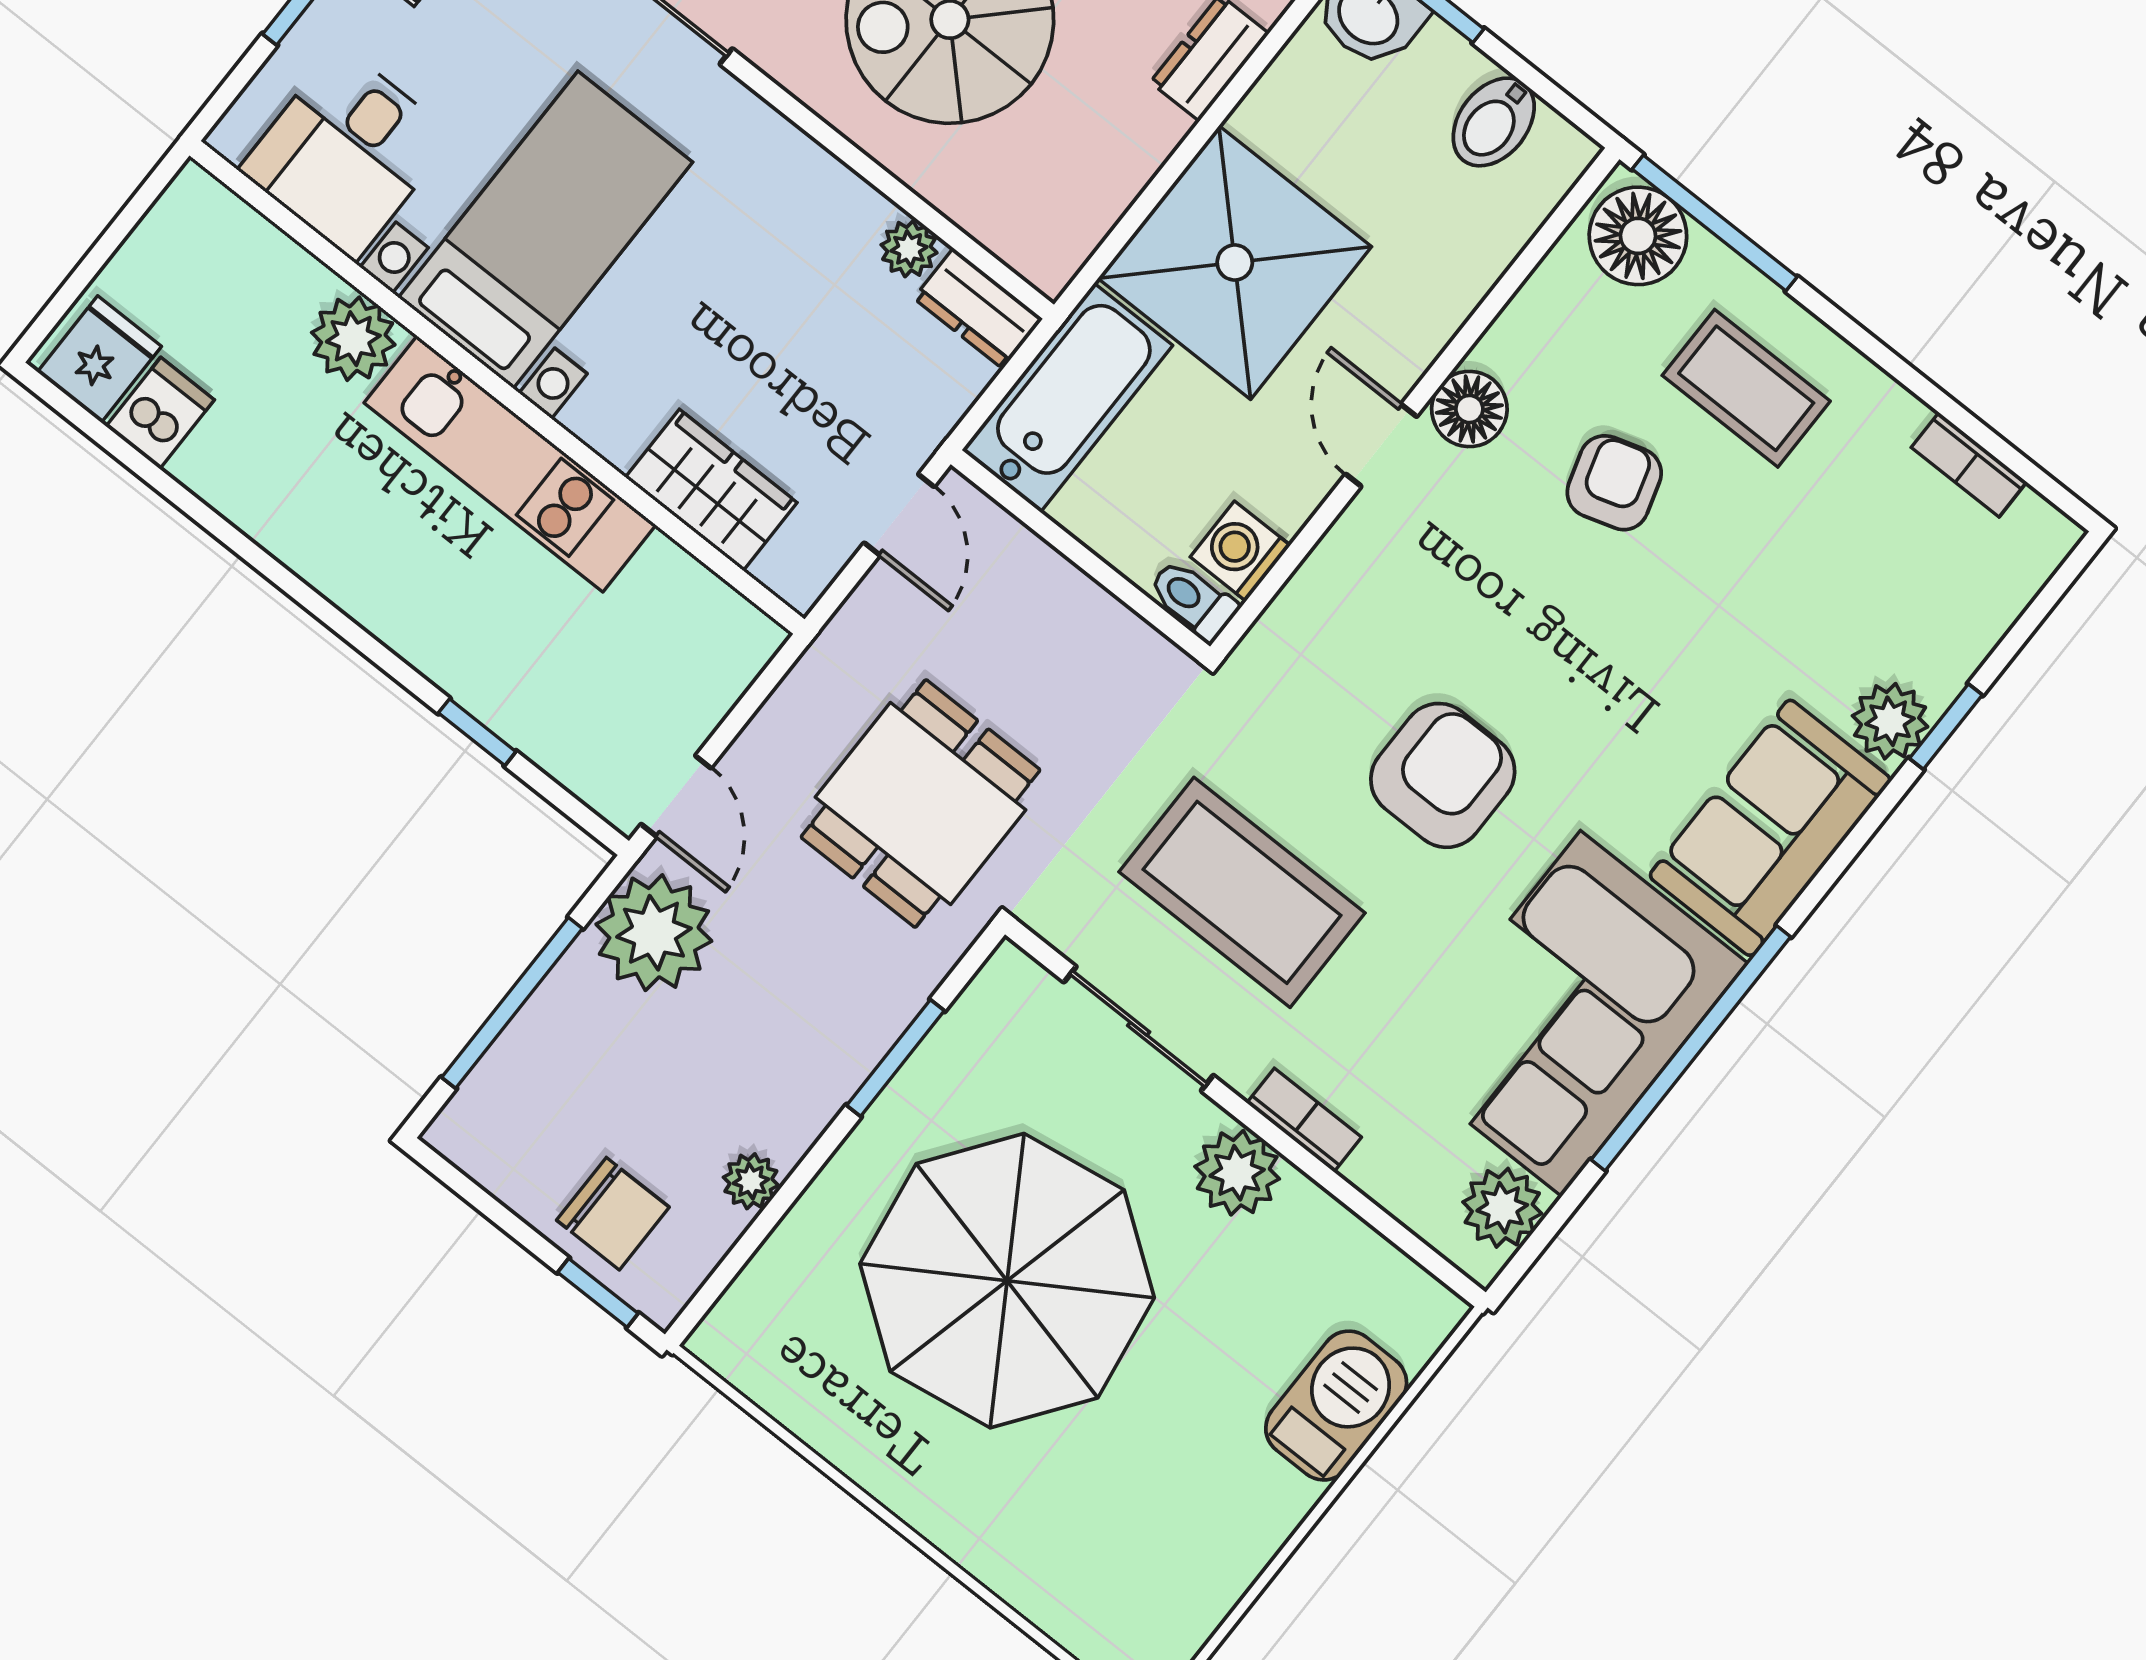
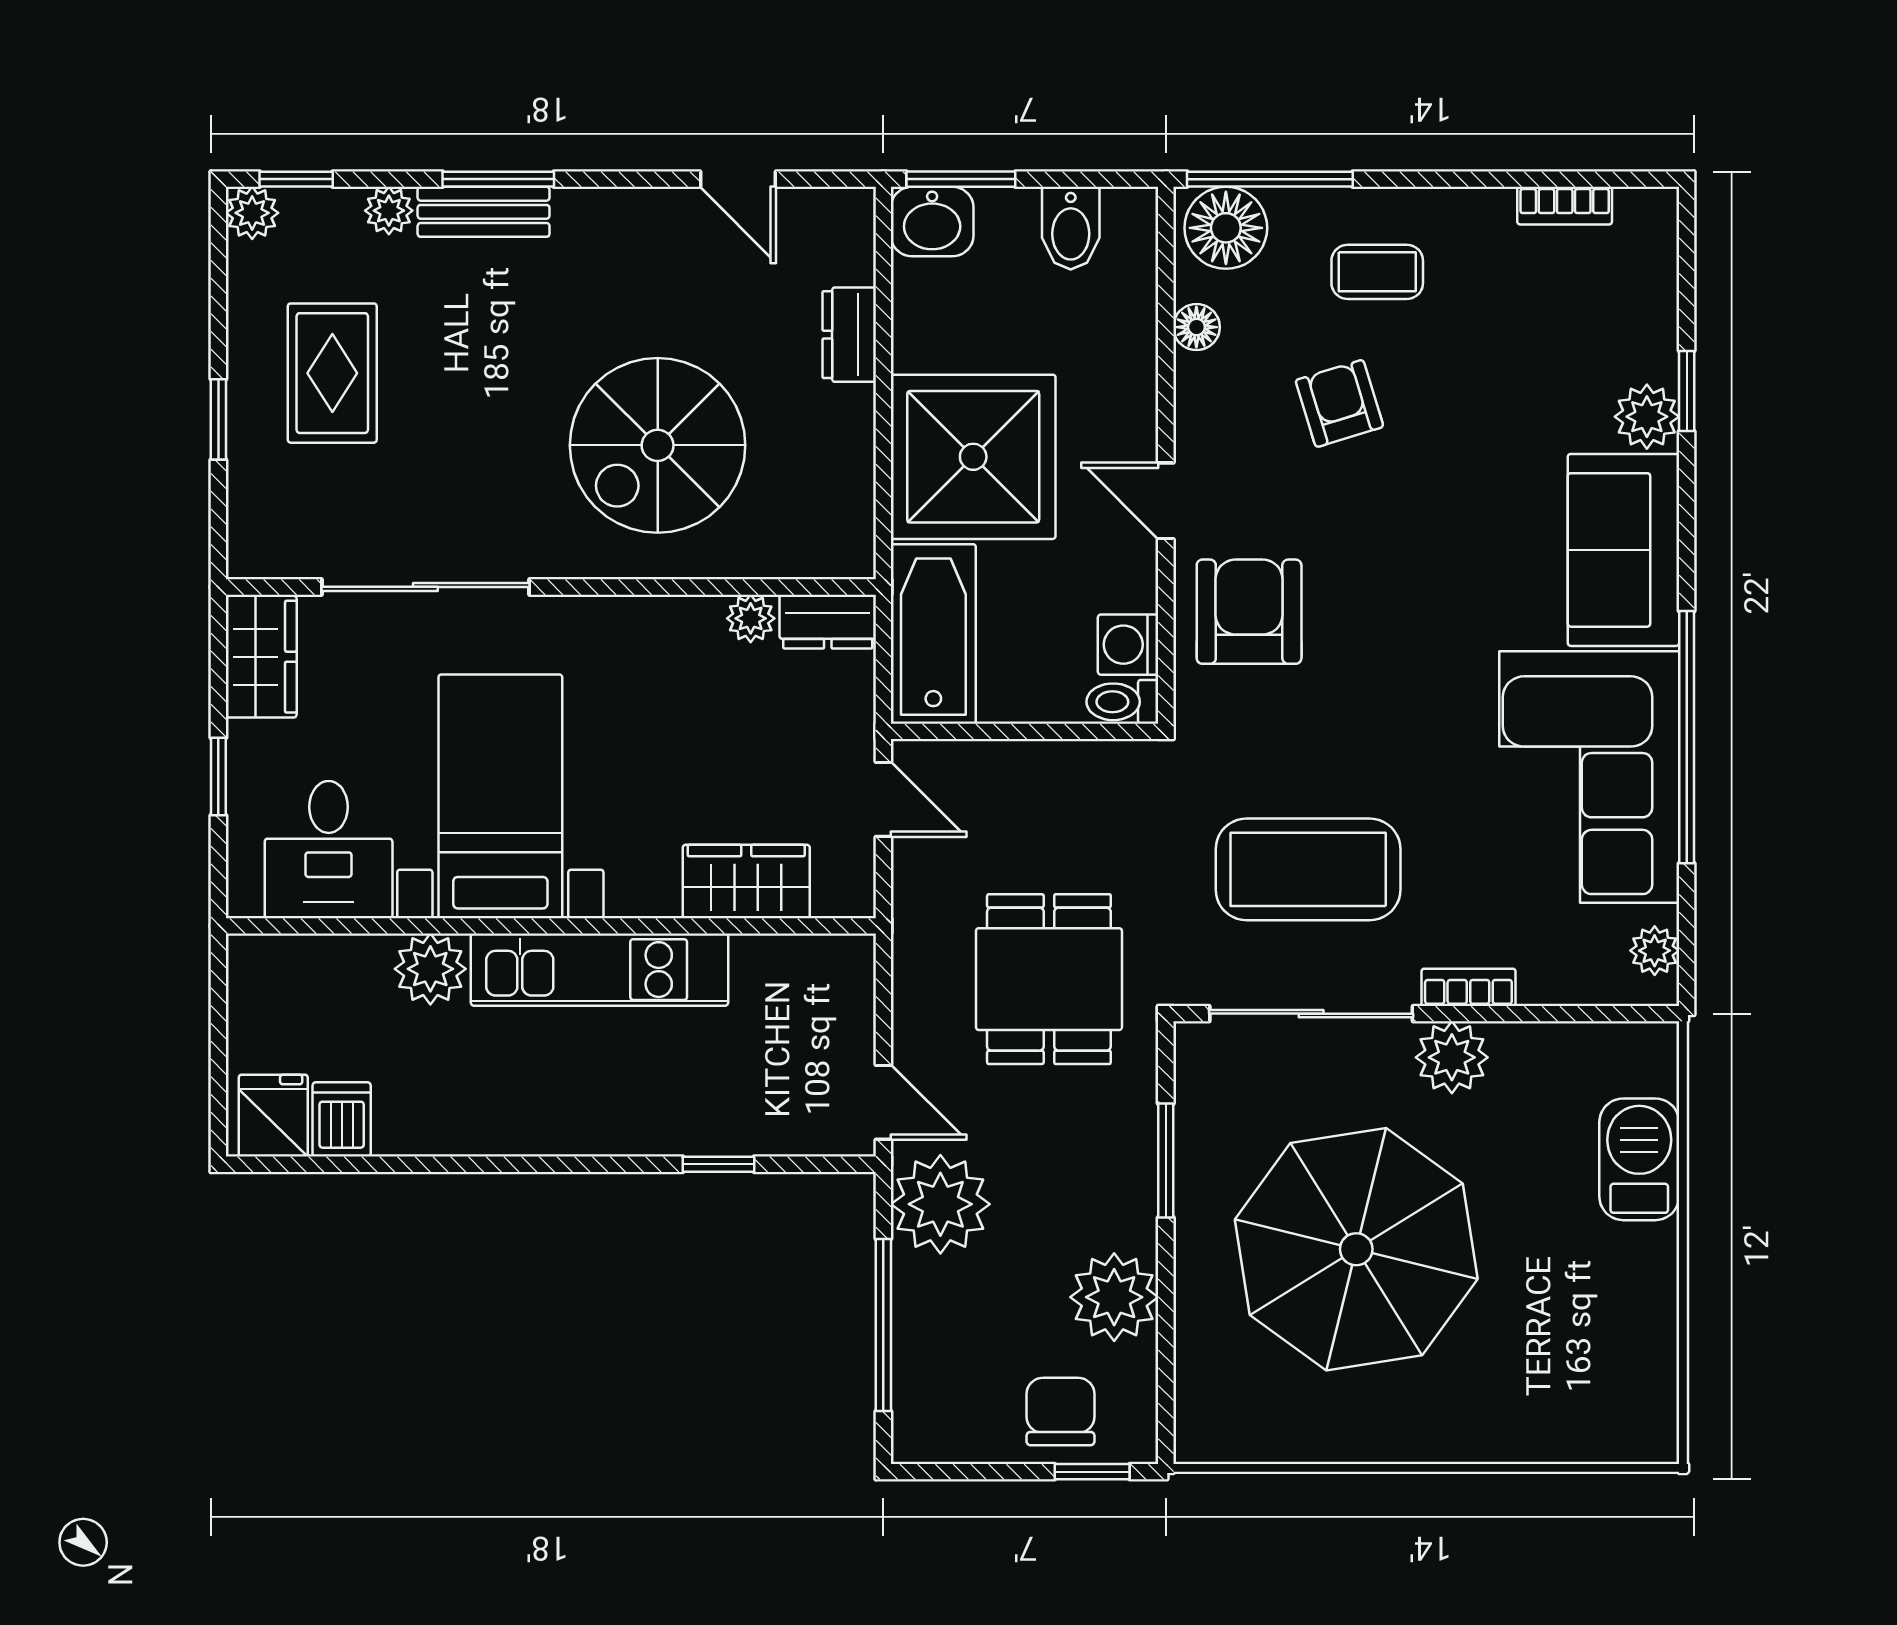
coffee table: (1746, 388) -> (1377, 272), width x0.73, depth x0.77
floor lamp: (1469, 409) -> (1196, 327), moved, width x0.73, depth x0.73
armchair: (1443, 775) -> (1249, 612), moved
sliding door: (1139, 1029) -> (1311, 1014), width x1.37
plant: (751, 1181) -> (1114, 1297), width x1.88, depth x1.88
plant: (1502, 1208) -> (1655, 951), width x0.73, depth x0.73
chair: (613, 1214) -> (1060, 1411), turned -90

